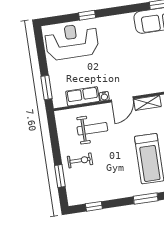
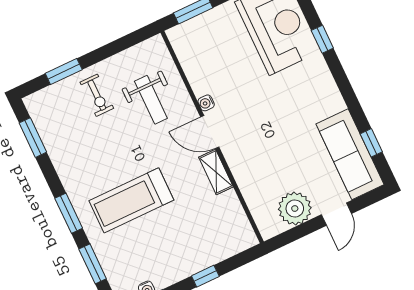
row of seats: (83, 96) -> (196, 70), removed
window: (94, 206) -> (33, 138), width x1.50

